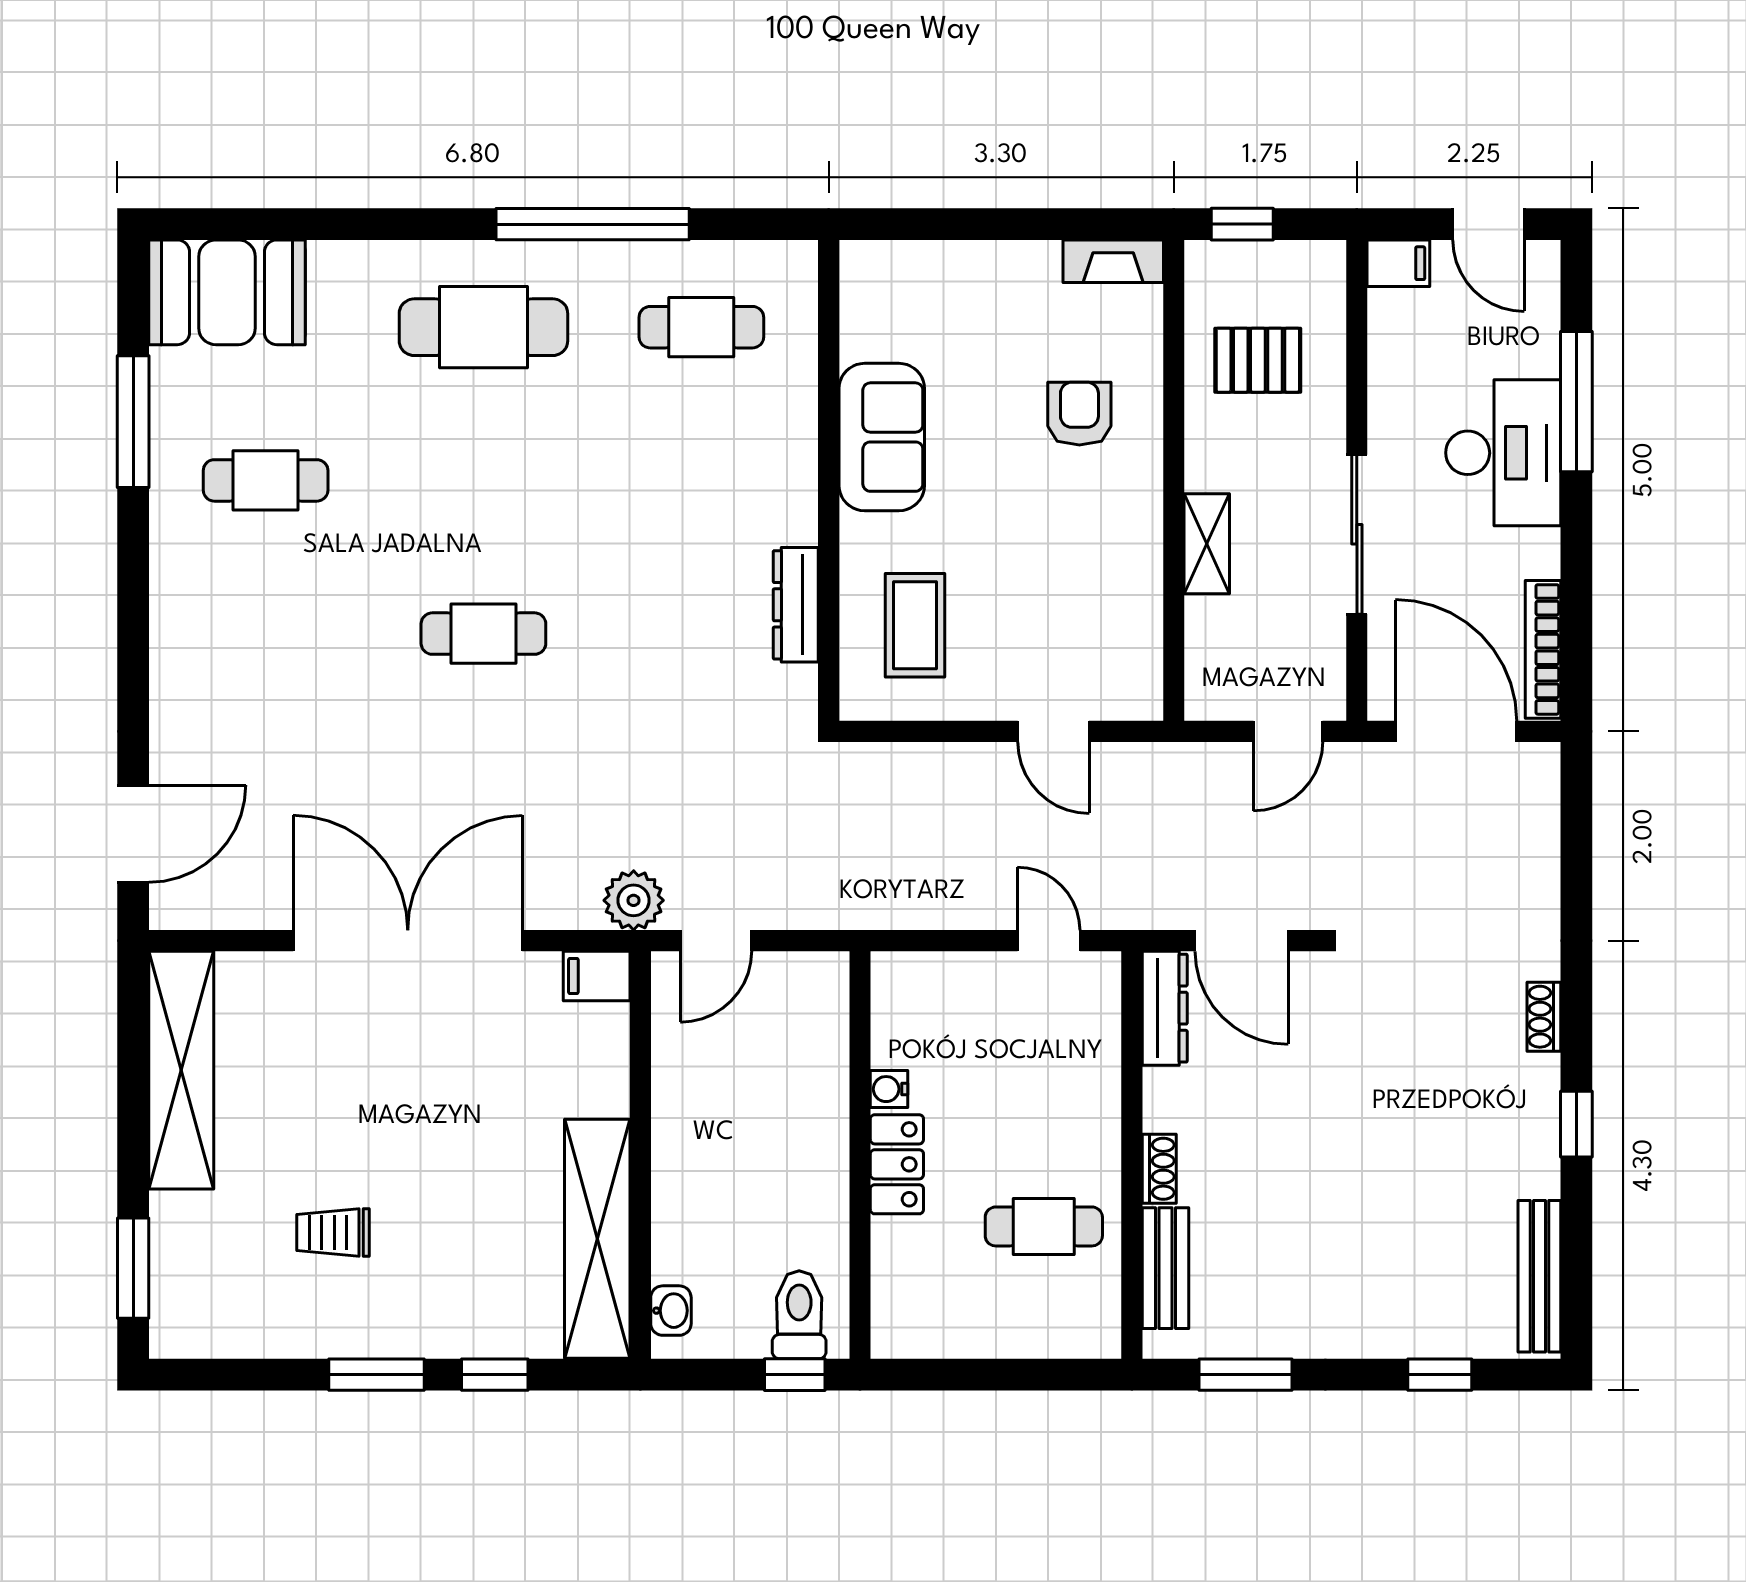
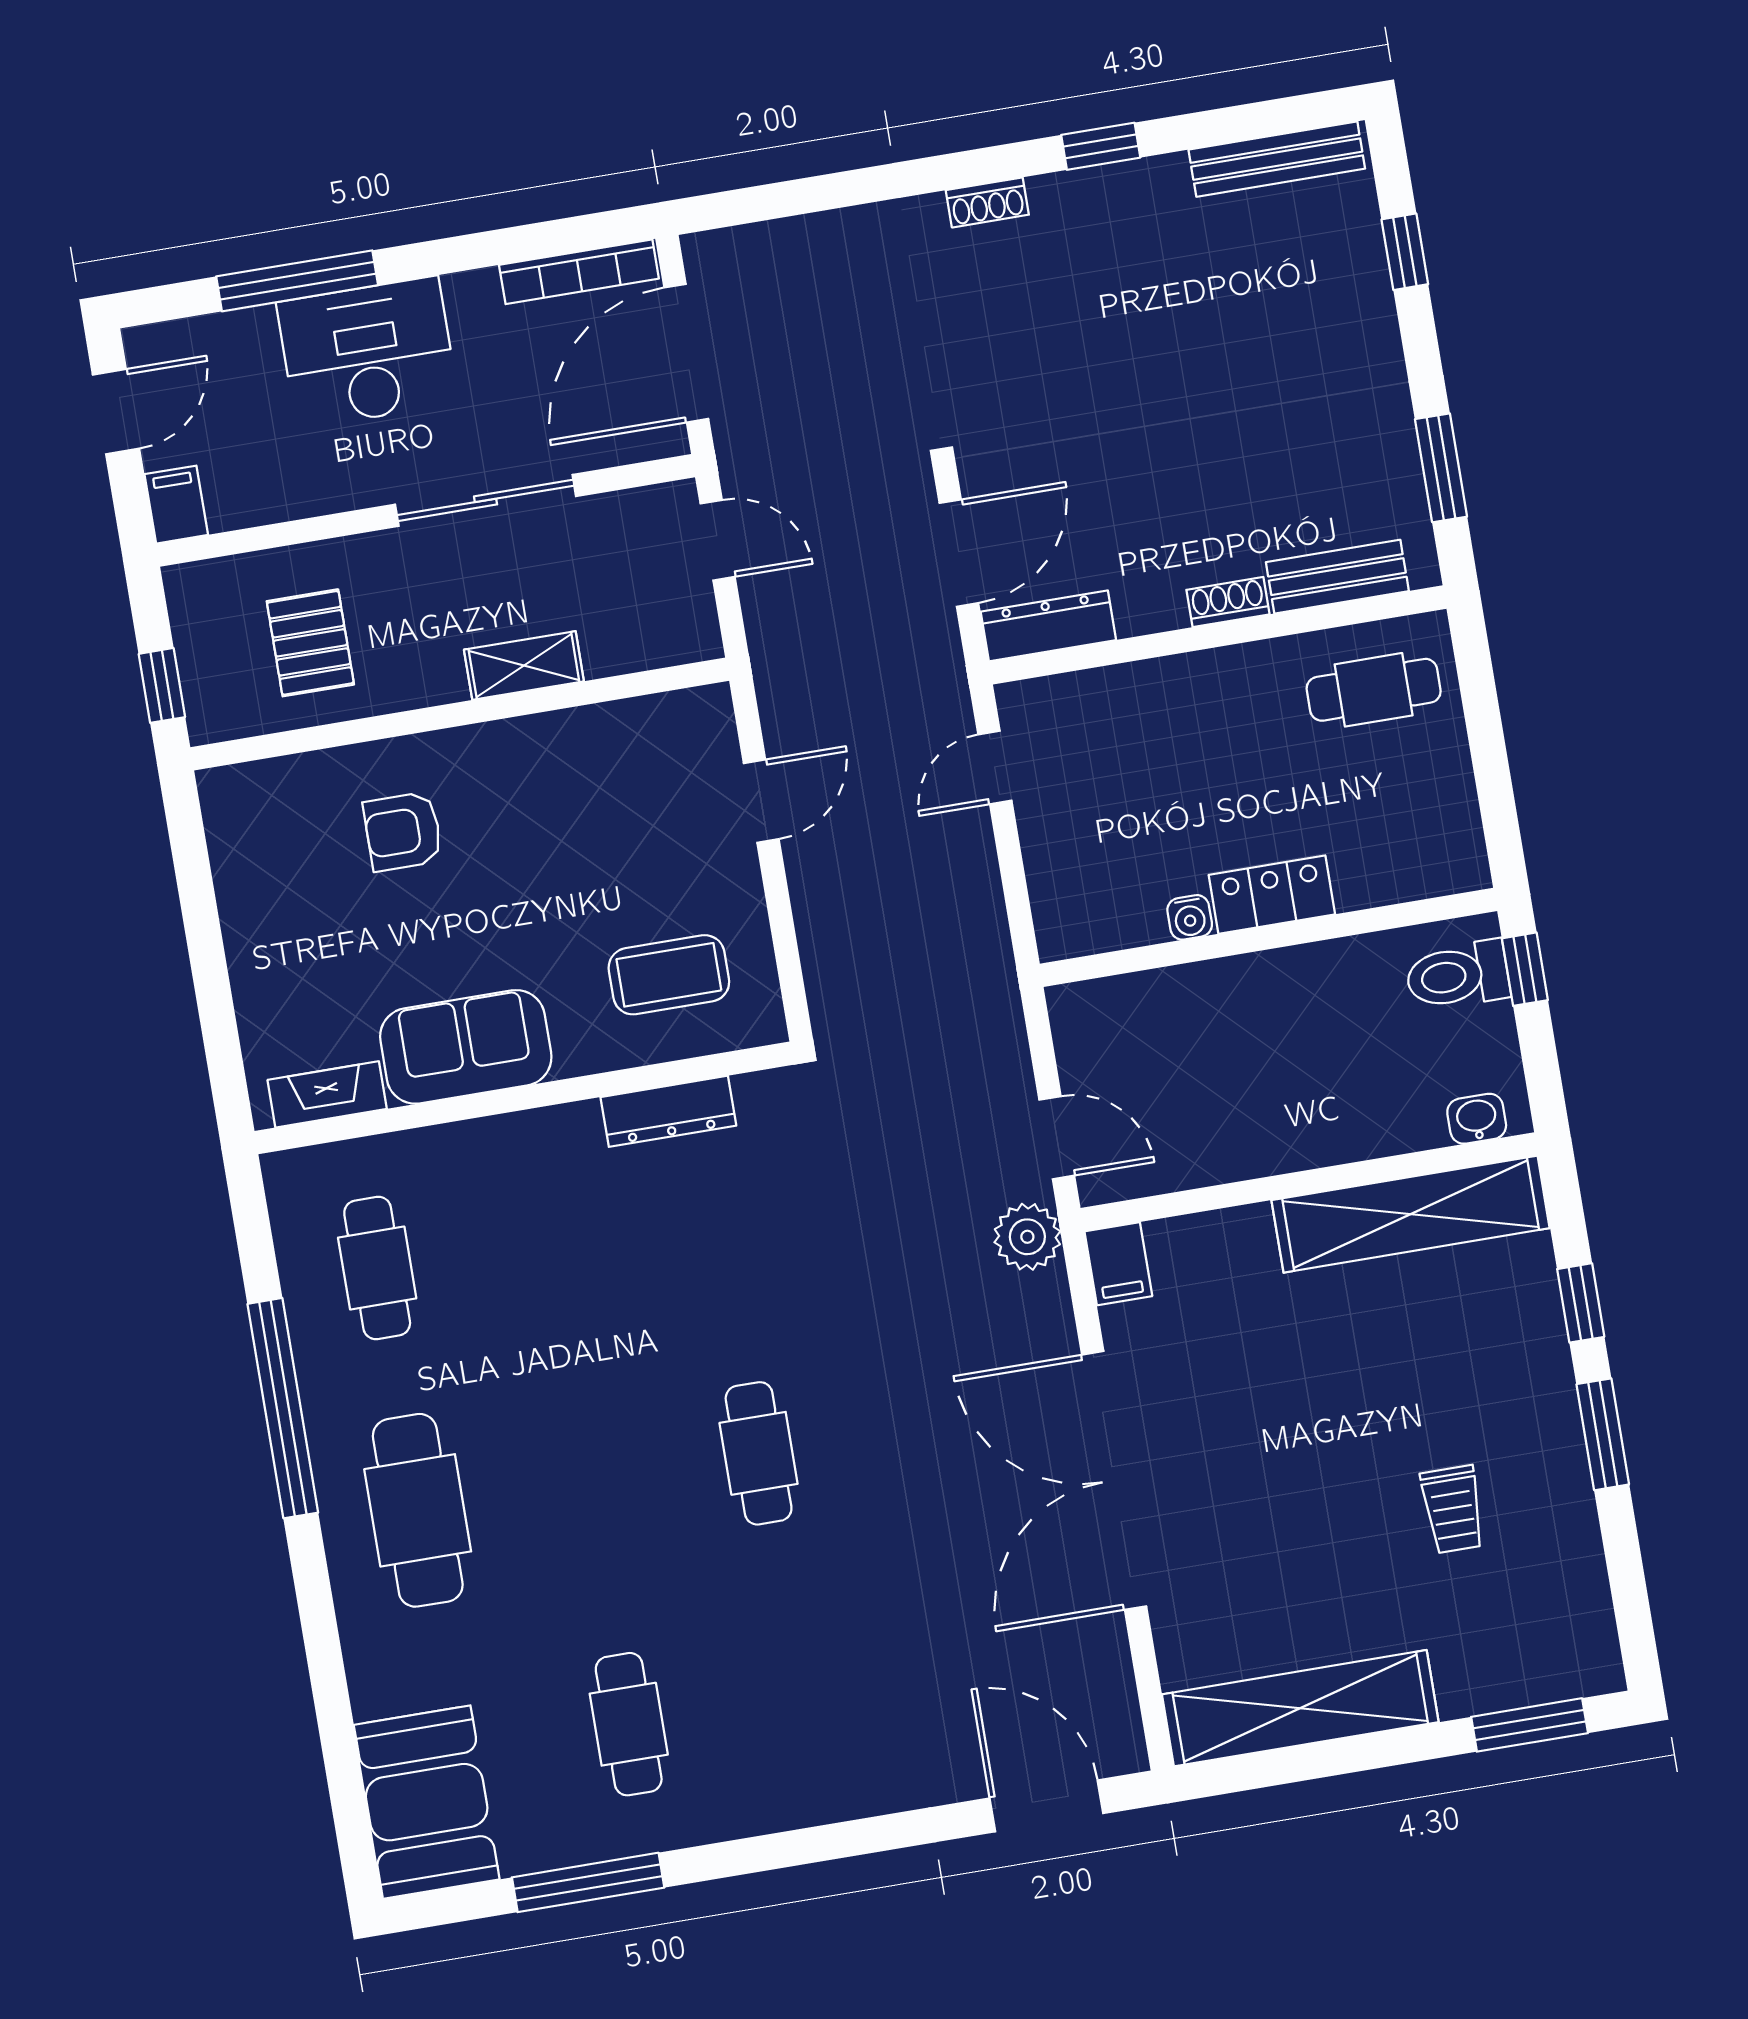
fireplace: (1113, 261) -> (327, 1094), moved, turned -90
cafe table: (1044, 1226) -> (1374, 690), moved, turned 90

